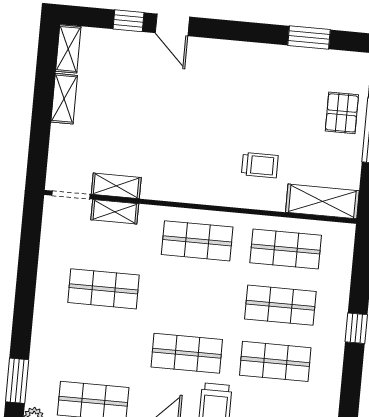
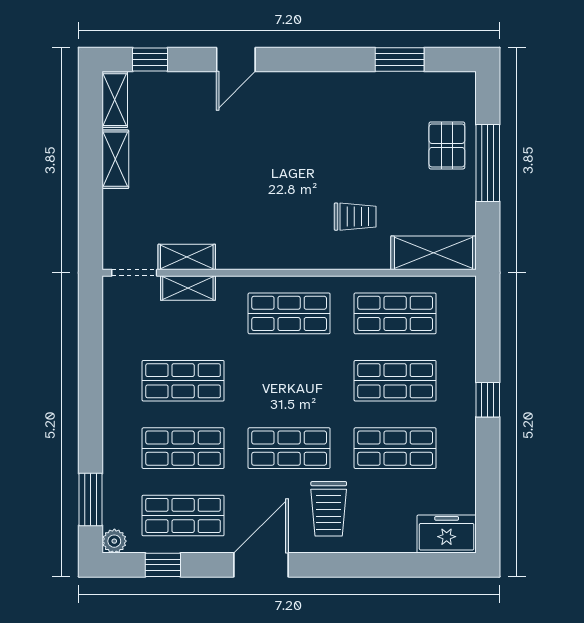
window: (128, 21) -> (150, 60), moved
door: (172, 25) -> (236, 60), hinge flipped
shop shelf: (98, 345) -> (183, 448), added

